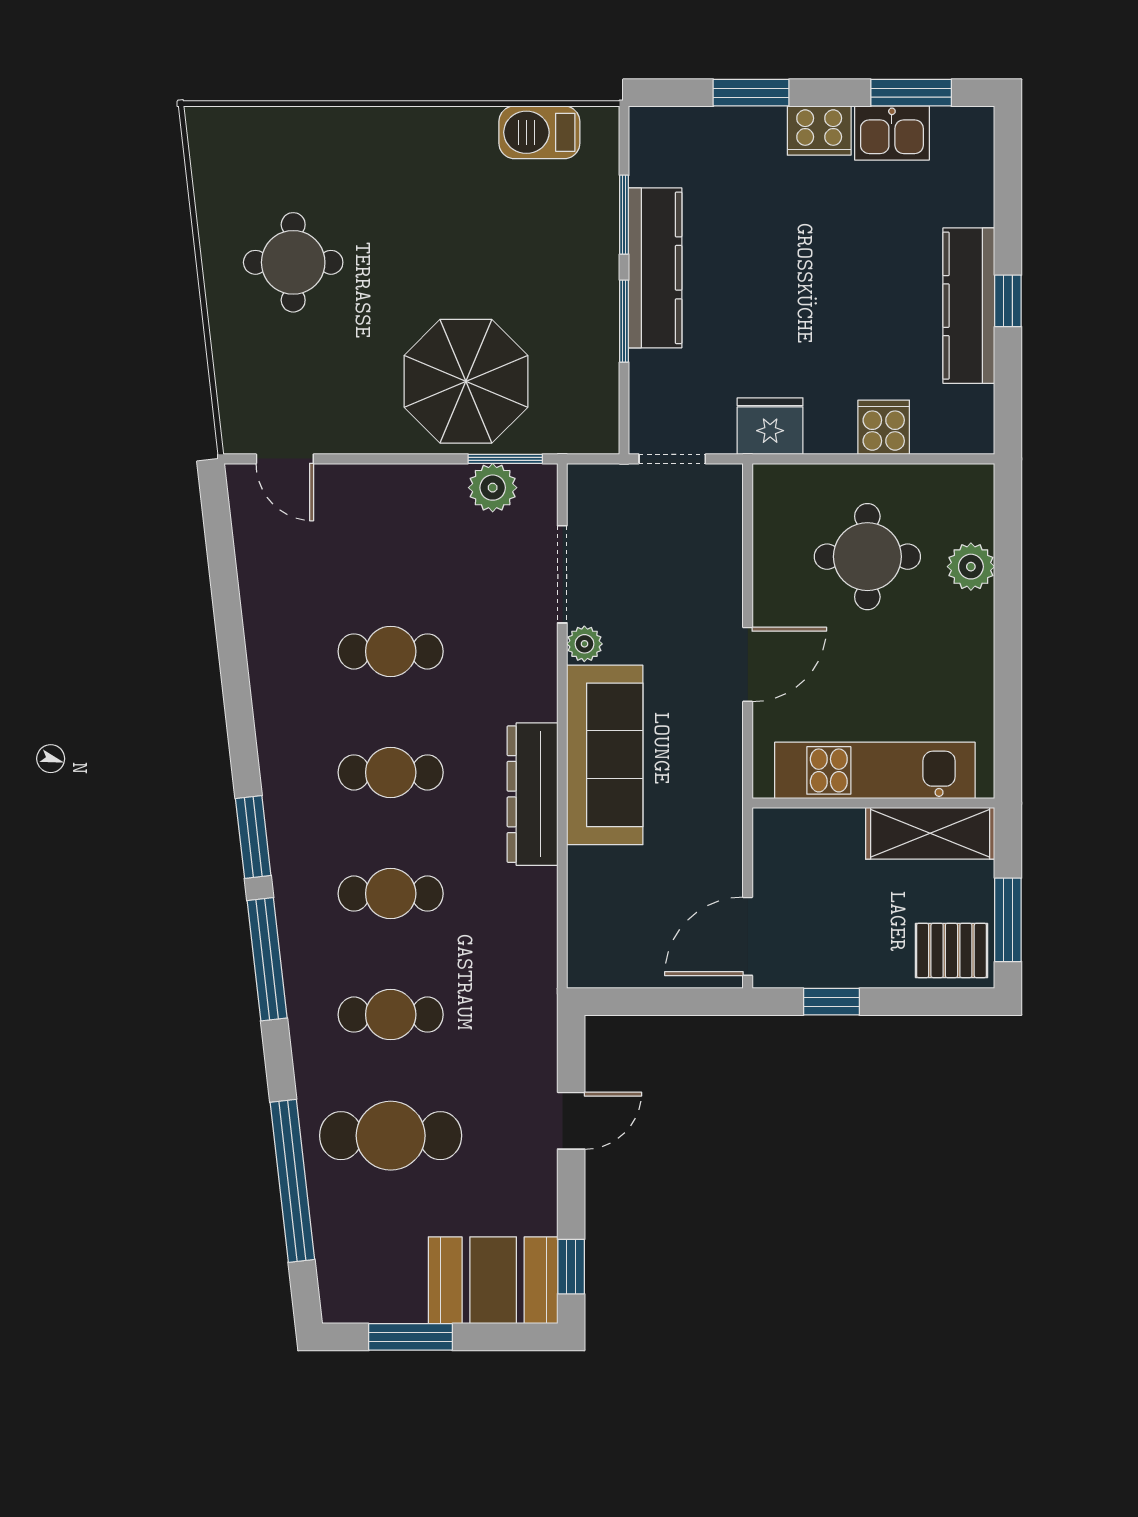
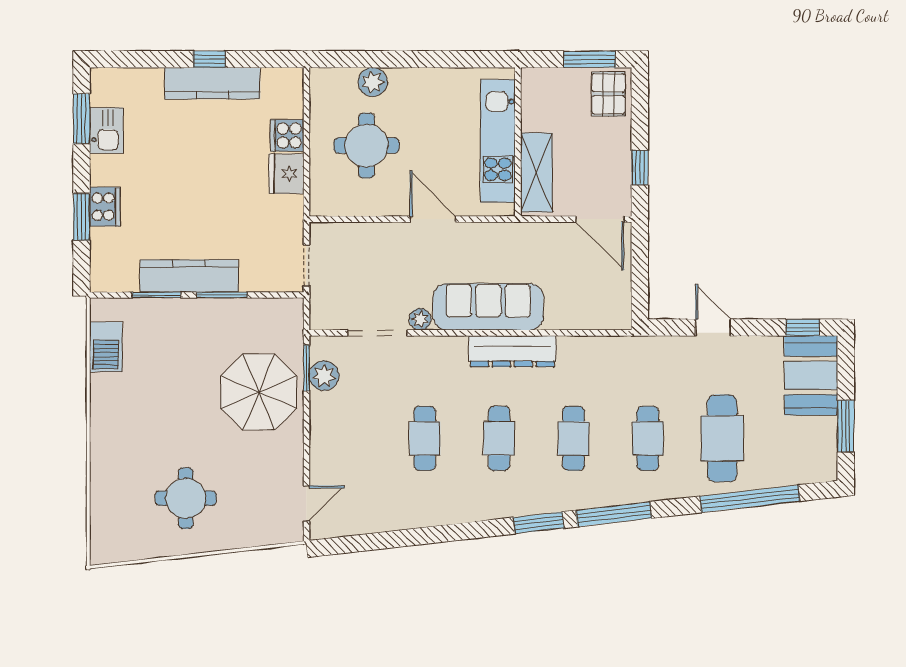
cooker: (819, 131) -> (105, 207), moved
fridge: (770, 426) -> (286, 174), moved
shelving: (930, 833) -> (536, 172), moved

